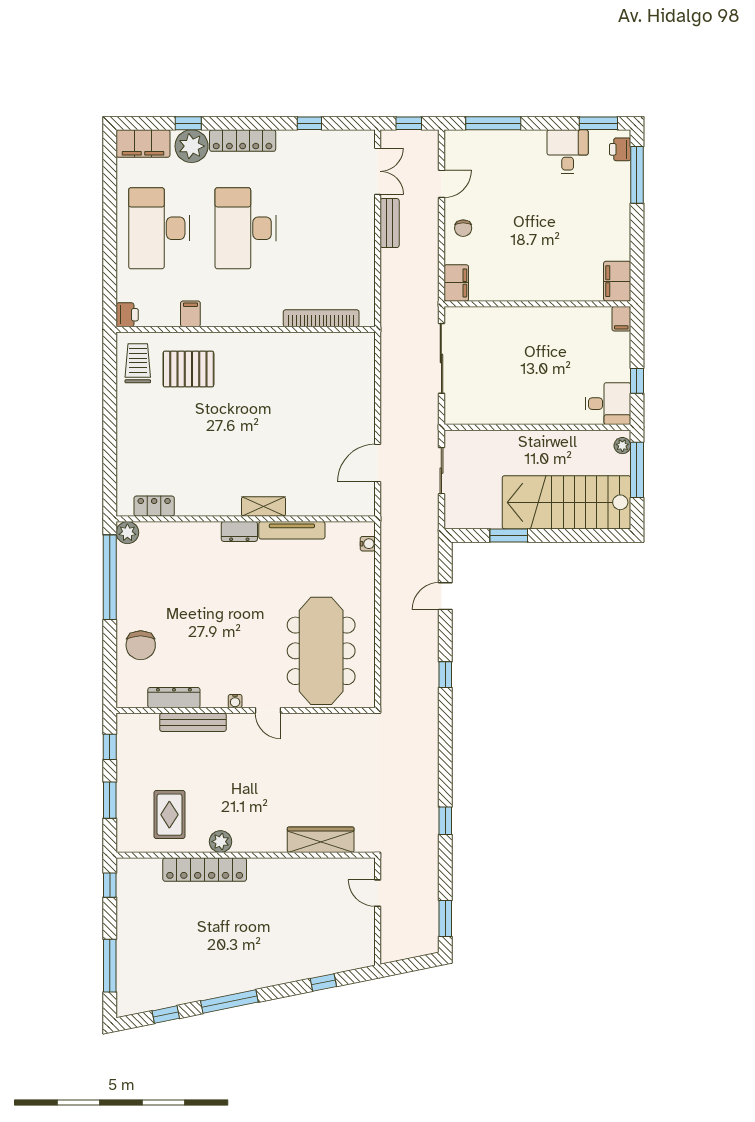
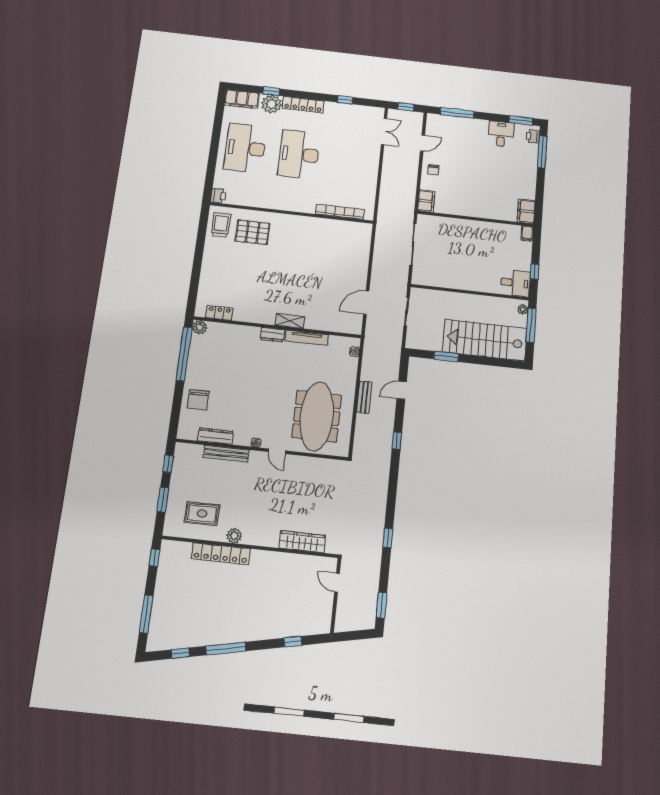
bench: (390, 223) -> (364, 397), moved
filing cabinet: (190, 314) -> (258, 200), removed
rug: (169, 815) -> (202, 514), turned 90

